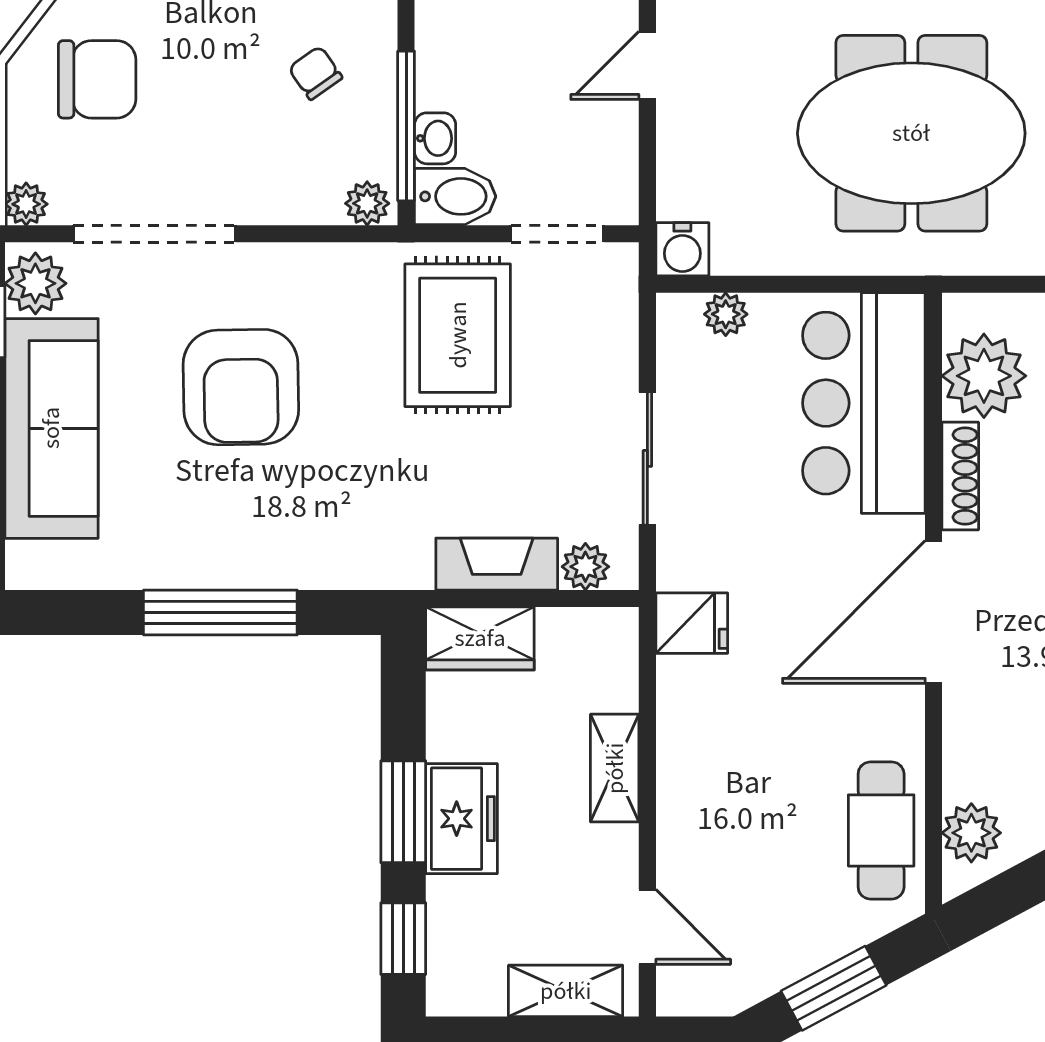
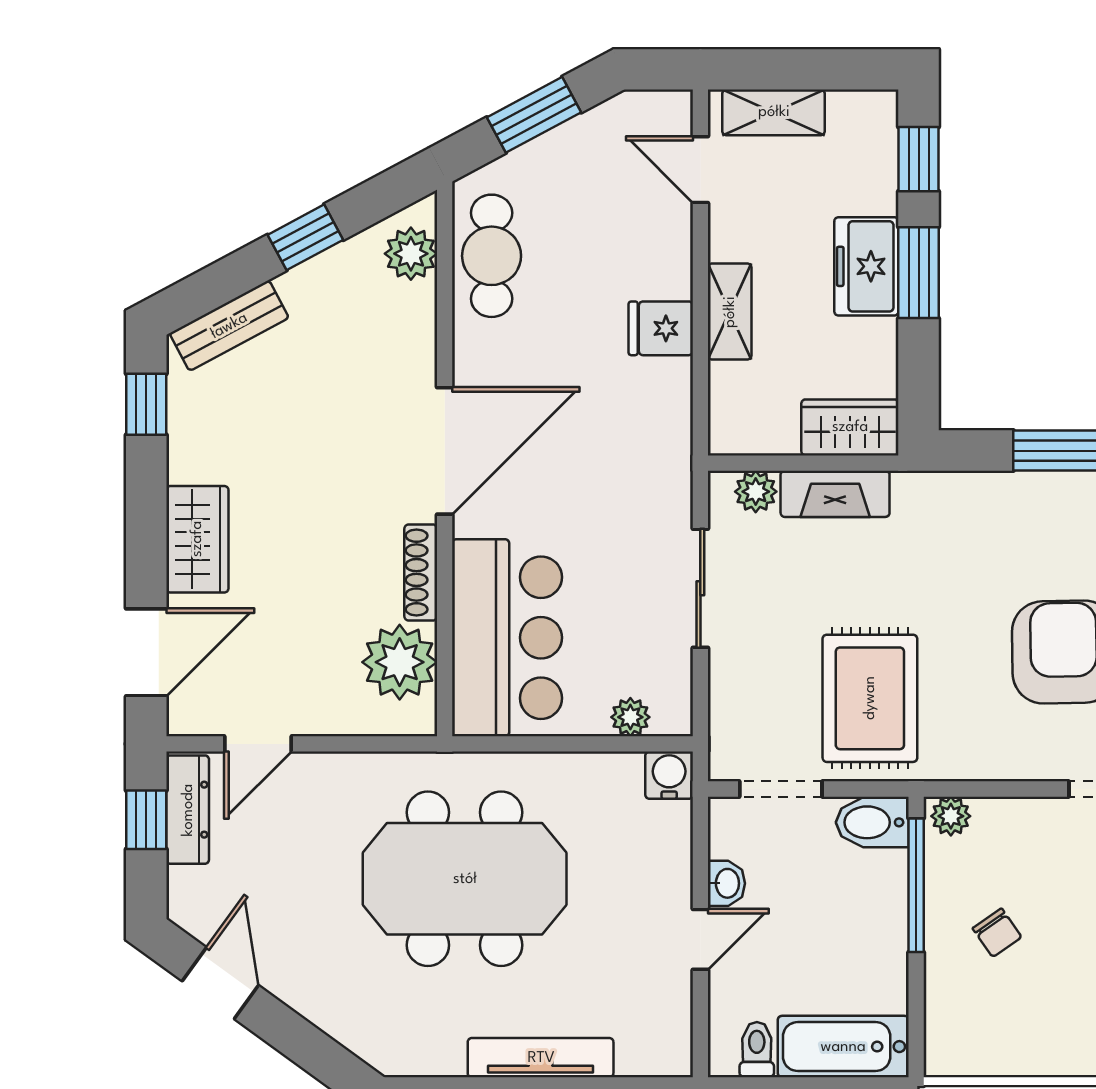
washbasin: (435, 138) -> (726, 883), moved, turned 180
fridge: (692, 623) -> (661, 328), moved

